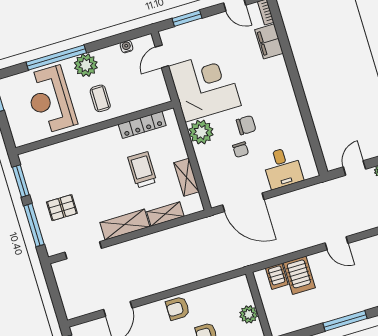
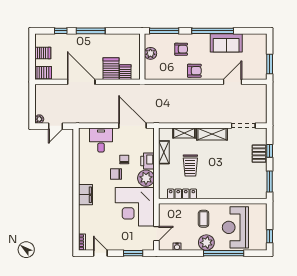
filing cabinet: (269, 41) -> (86, 195), moved
reception desk: (50, 100) -> (235, 227), turned 180
printer: (206, 158) -> (148, 161), added
pallet: (62, 208) -> (259, 154), moved, turned 90
window: (34, 225) -> (270, 151), width x0.46
door: (337, 243) -> (81, 82), width x1.87

